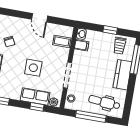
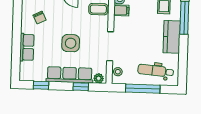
row of seats: (35, 96) -> (70, 75), width x1.48

